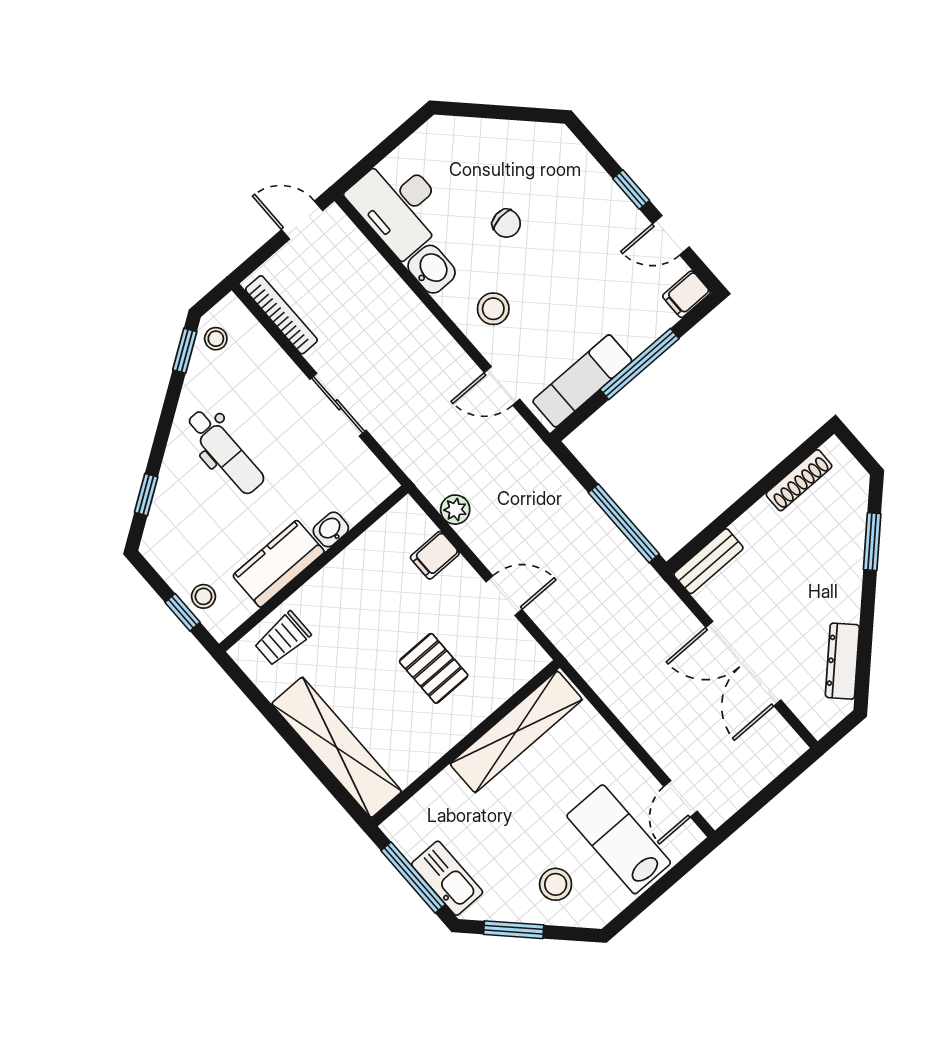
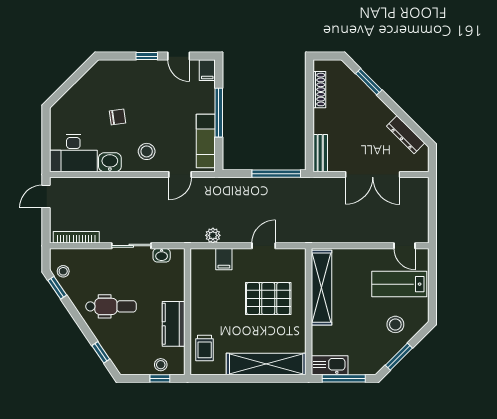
door: (671, 235) -> (179, 56), hinge flipped
washbasin: (331, 529) -> (162, 255), moved, turned -90
pallet: (434, 668) -> (268, 299), width x1.50, depth x1.42
kitchen sink: (447, 878) -> (330, 365), moved

